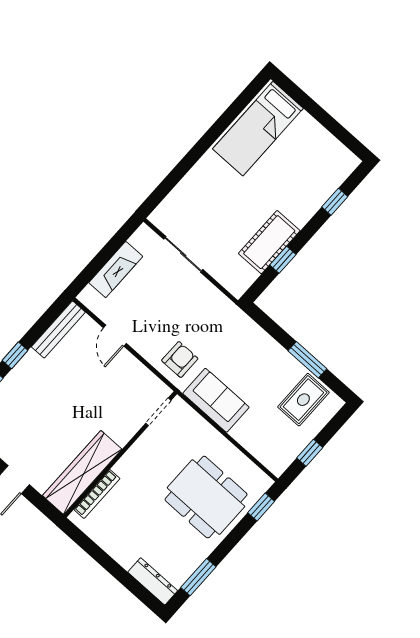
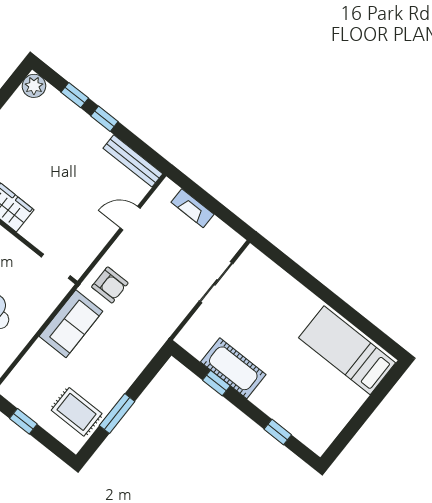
fireplace: (116, 270) -> (193, 208), width x0.73, depth x0.76

